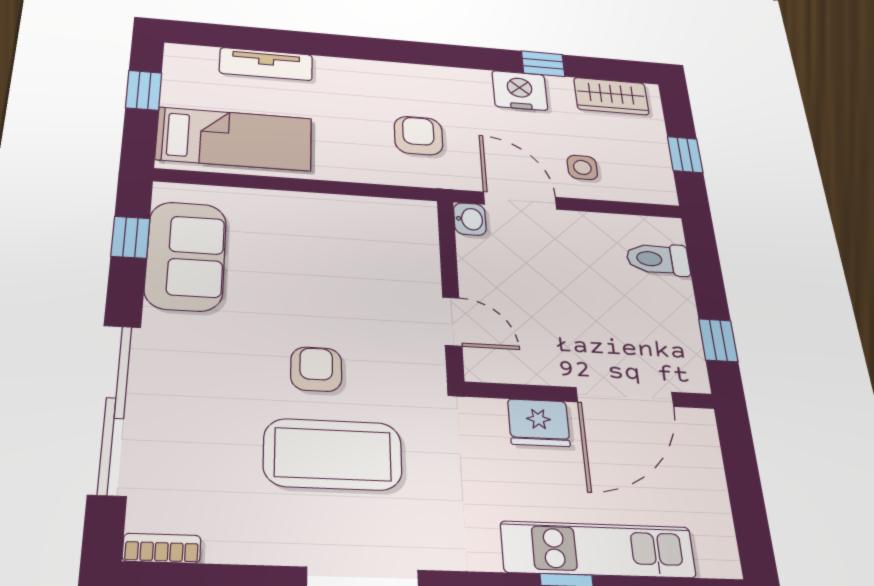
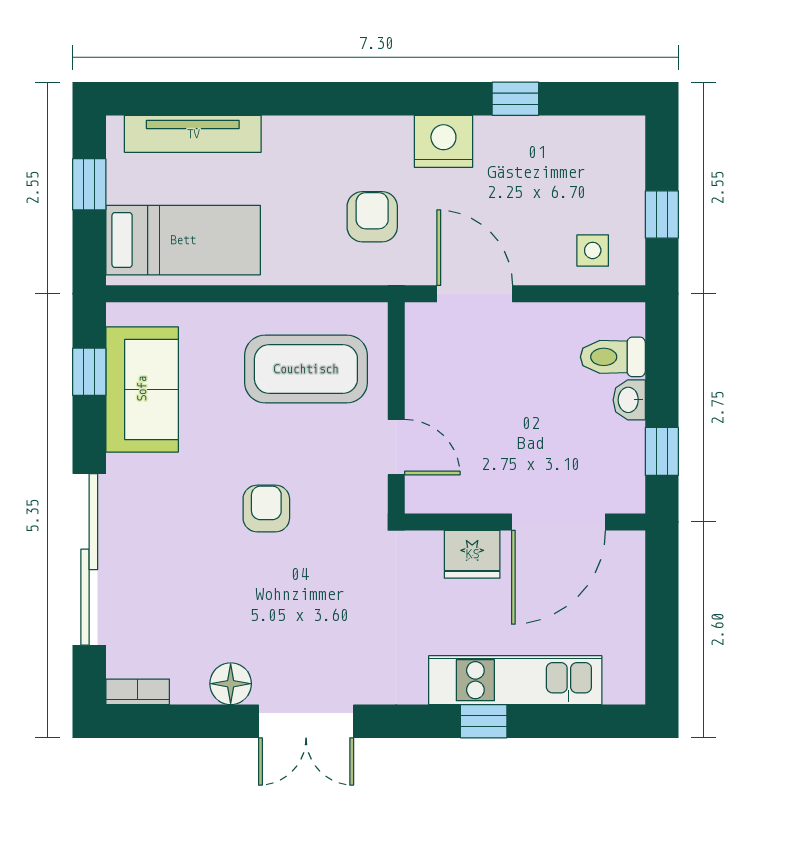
tv unit: (266, 64) -> (193, 134), width x1.41
nightstand: (520, 90) -> (443, 141), moved
wardrobe: (611, 96) -> (589, 139), removed
side table: (582, 167) -> (593, 250), moved
washbasin: (470, 219) -> (629, 400), moved, turned 180
coffee table: (333, 454) -> (306, 369), moved
floor lamp: (274, 543) -> (231, 684), added

